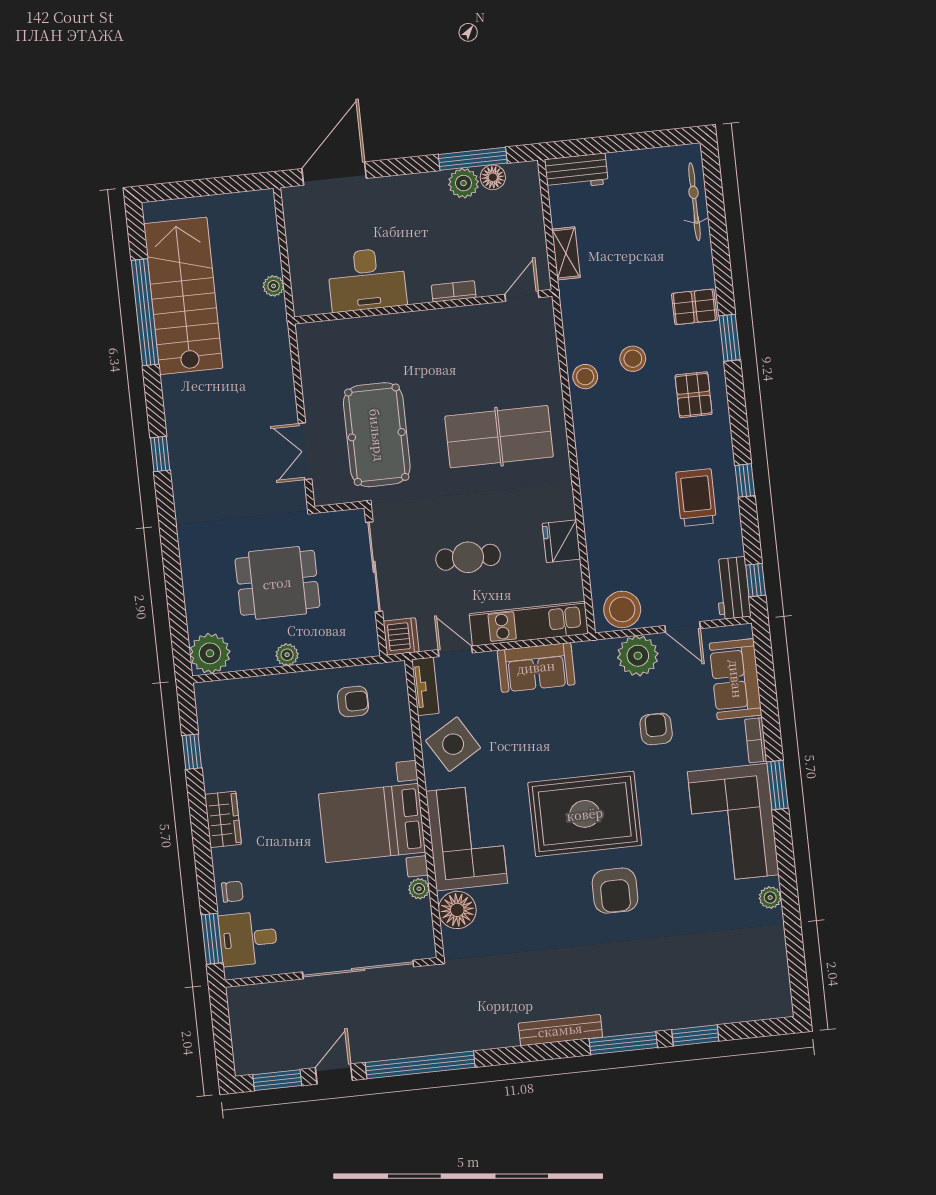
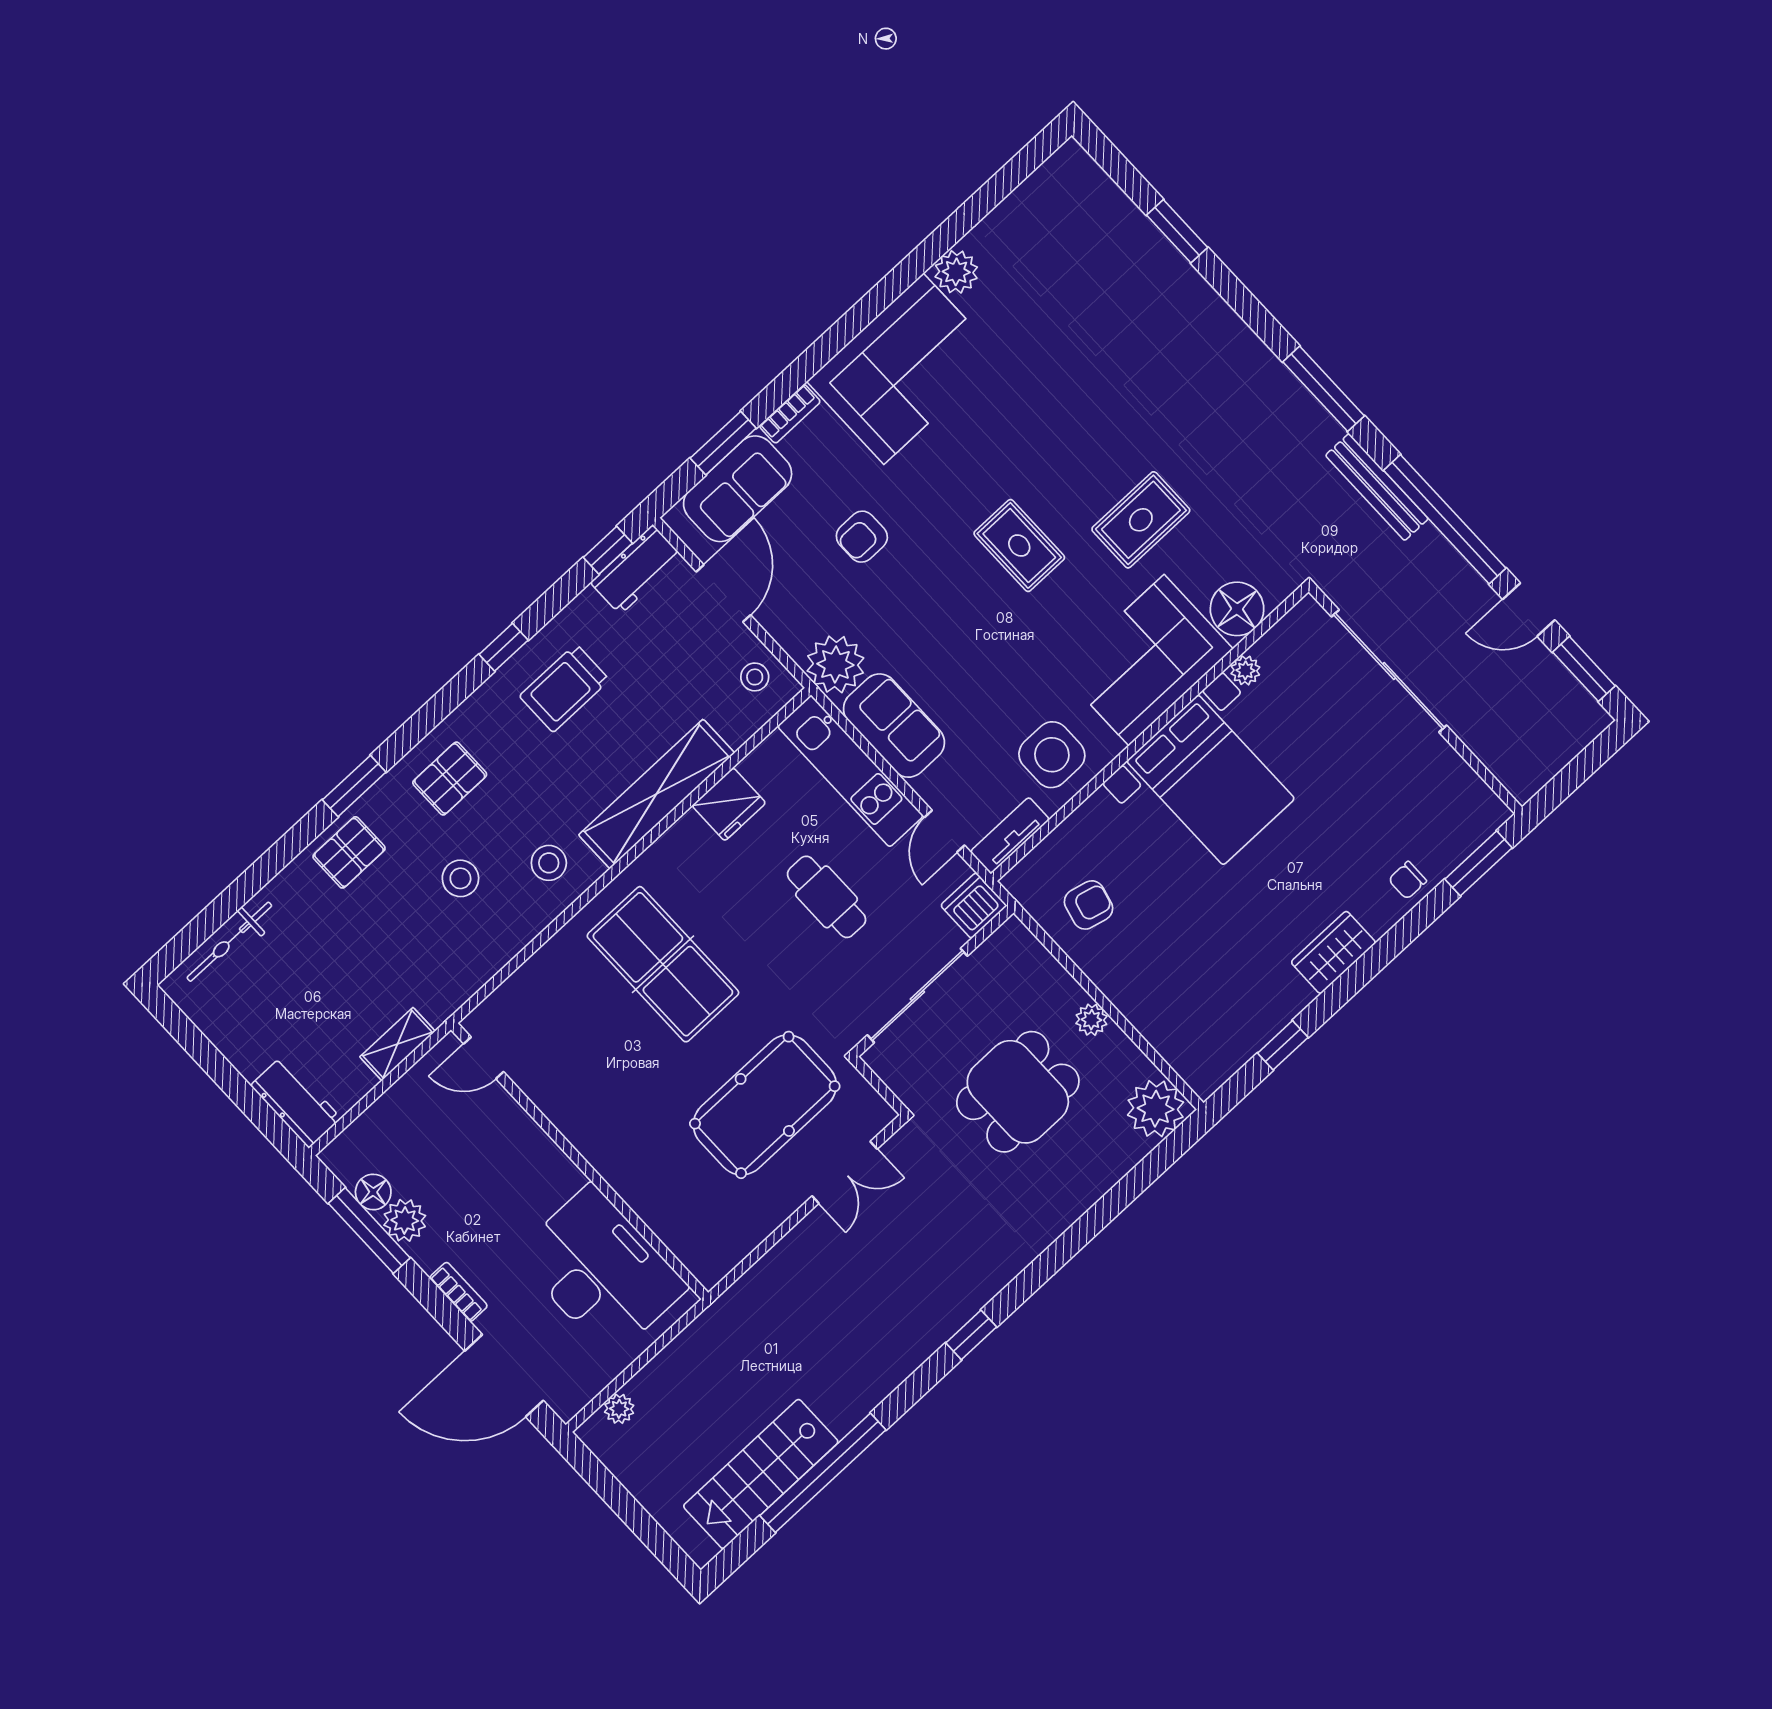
desk: (367, 280) -> (601, 1271), width x1.36, depth x1.30
plant: (274, 286) -> (619, 1409), moved
bookcase: (454, 291) -> (459, 1292), moved, turned 180
stairs: (183, 296) -> (761, 1474), width x0.73, depth x0.66
pallet: (694, 307) -> (349, 852), turned 90
stool: (585, 377) -> (549, 863), moved
shelving: (598, 505) -> (657, 794), added
dining table: (277, 583) -> (1018, 1092), turned 90
stool: (622, 609) -> (755, 677), width x0.53, depth x0.53
door: (683, 627) -> (723, 593), width x1.38
plant: (638, 656) -> (835, 664), moved
armchair: (353, 701) -> (1089, 905), turned 104
side table: (453, 744) -> (1052, 755), turned 31
window: (777, 785) -> (723, 443), moved
rug: (585, 814) -> (1019, 546), width x0.54, depth x0.49
armchair: (615, 891) -> (1081, 446), removed
chair: (232, 892) -> (1407, 880), turned -90
rug: (548, 893) -> (1141, 520), added
plant: (770, 897) -> (956, 272), width x1.38, depth x1.38
desk: (248, 939) -> (1448, 822), removed
bench: (560, 1030) -> (1377, 487), moved
window: (623, 1043) -> (1324, 389), moved

